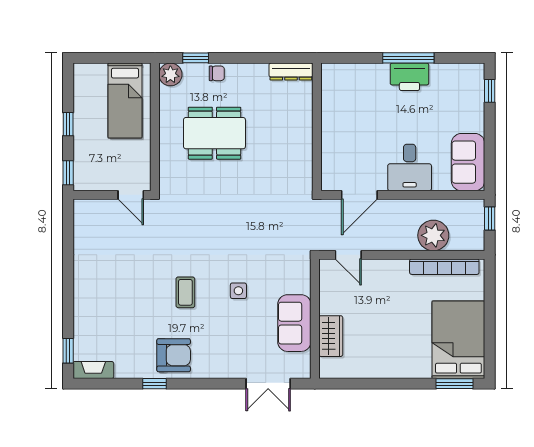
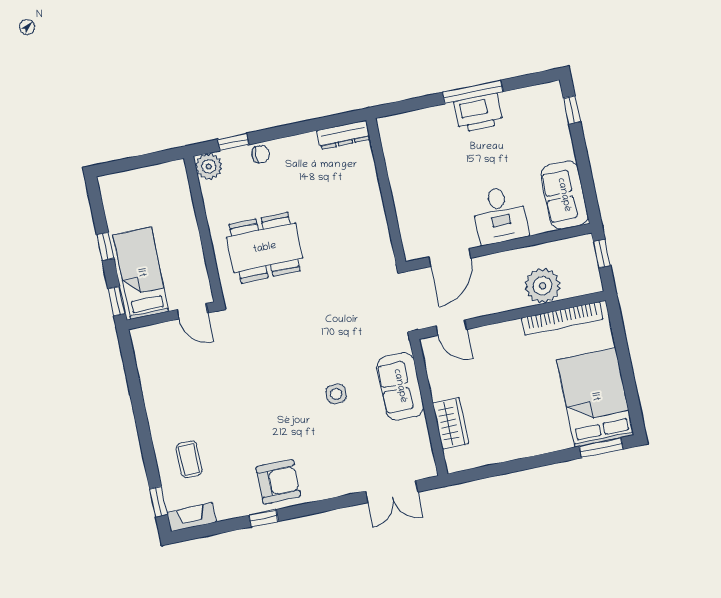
bed: (125, 101) -> (141, 273), moved, turned 180
dining table: (214, 133) -> (265, 248), moved
coffee table: (185, 292) -> (189, 459), moved
sofa: (294, 323) -> (400, 386), moved

